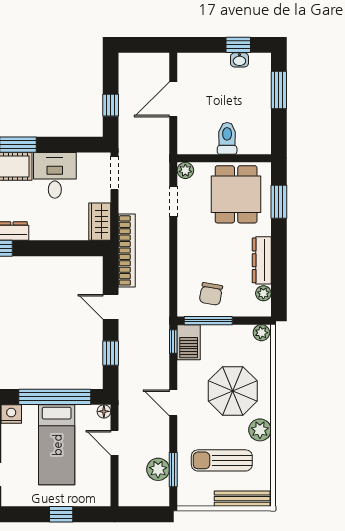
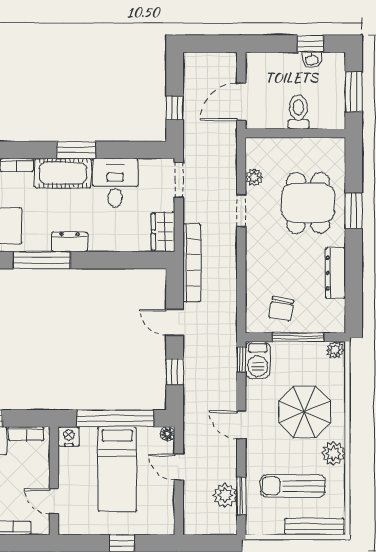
toilet: (227, 138) -> (298, 112), moved
wall: (224, 158) -> (295, 133), moved
plant: (263, 293) -> (337, 308), removed
window: (208, 321) -> (298, 337), moved

